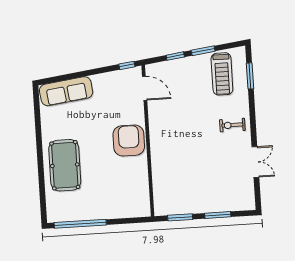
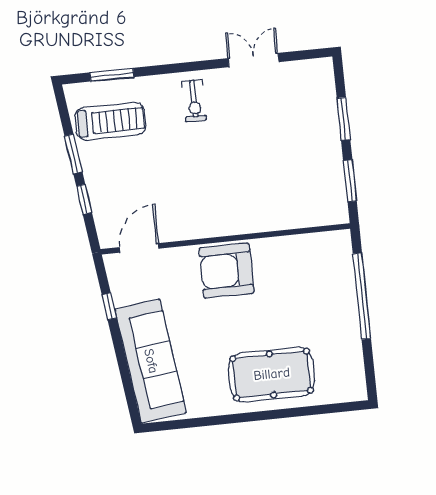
window: (127, 65) -> (109, 306), moved
sofa: (66, 91) -> (151, 361), width x1.36, depth x1.27
window: (80, 224) -> (362, 296), moved

